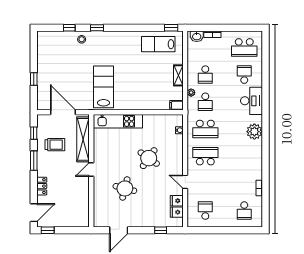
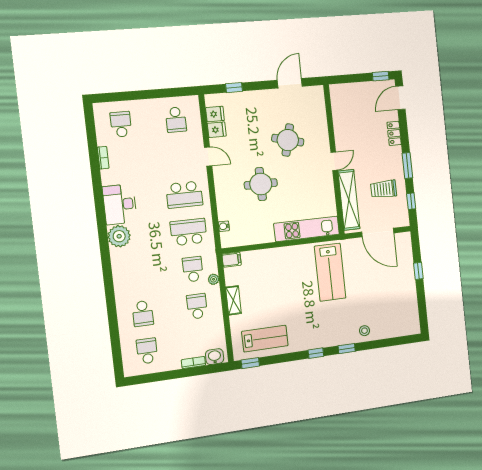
window: (69, 28) -> (316, 353), moved
school desk: (244, 47) -> (147, 351), width x0.54
desk: (252, 101) -> (120, 204), moved
round table: (149, 158) -> (261, 184), turned -35

